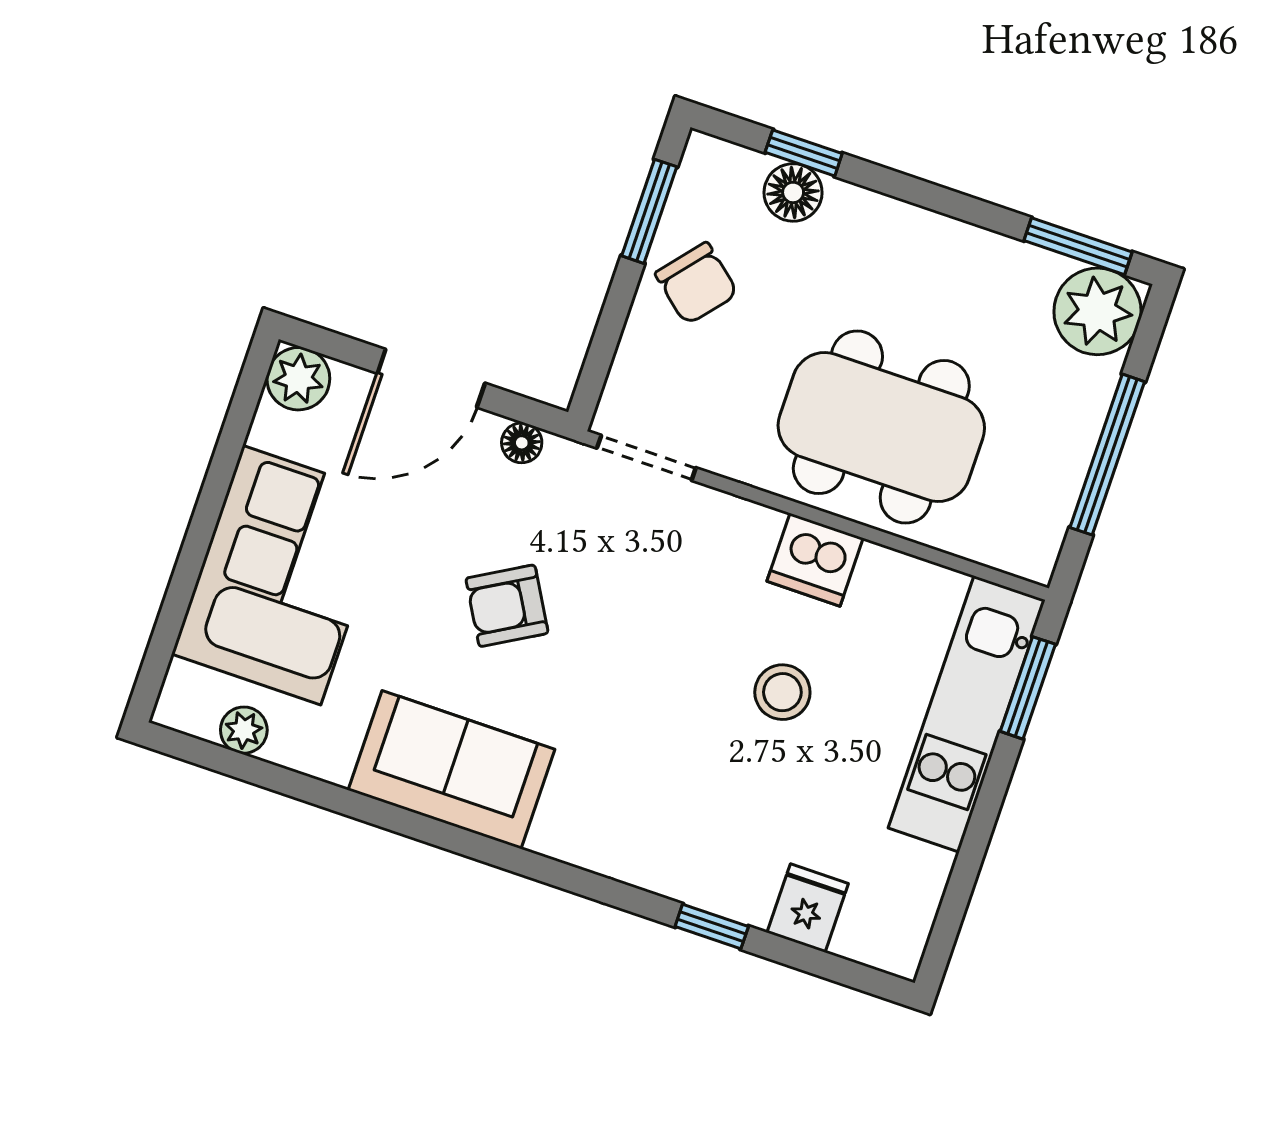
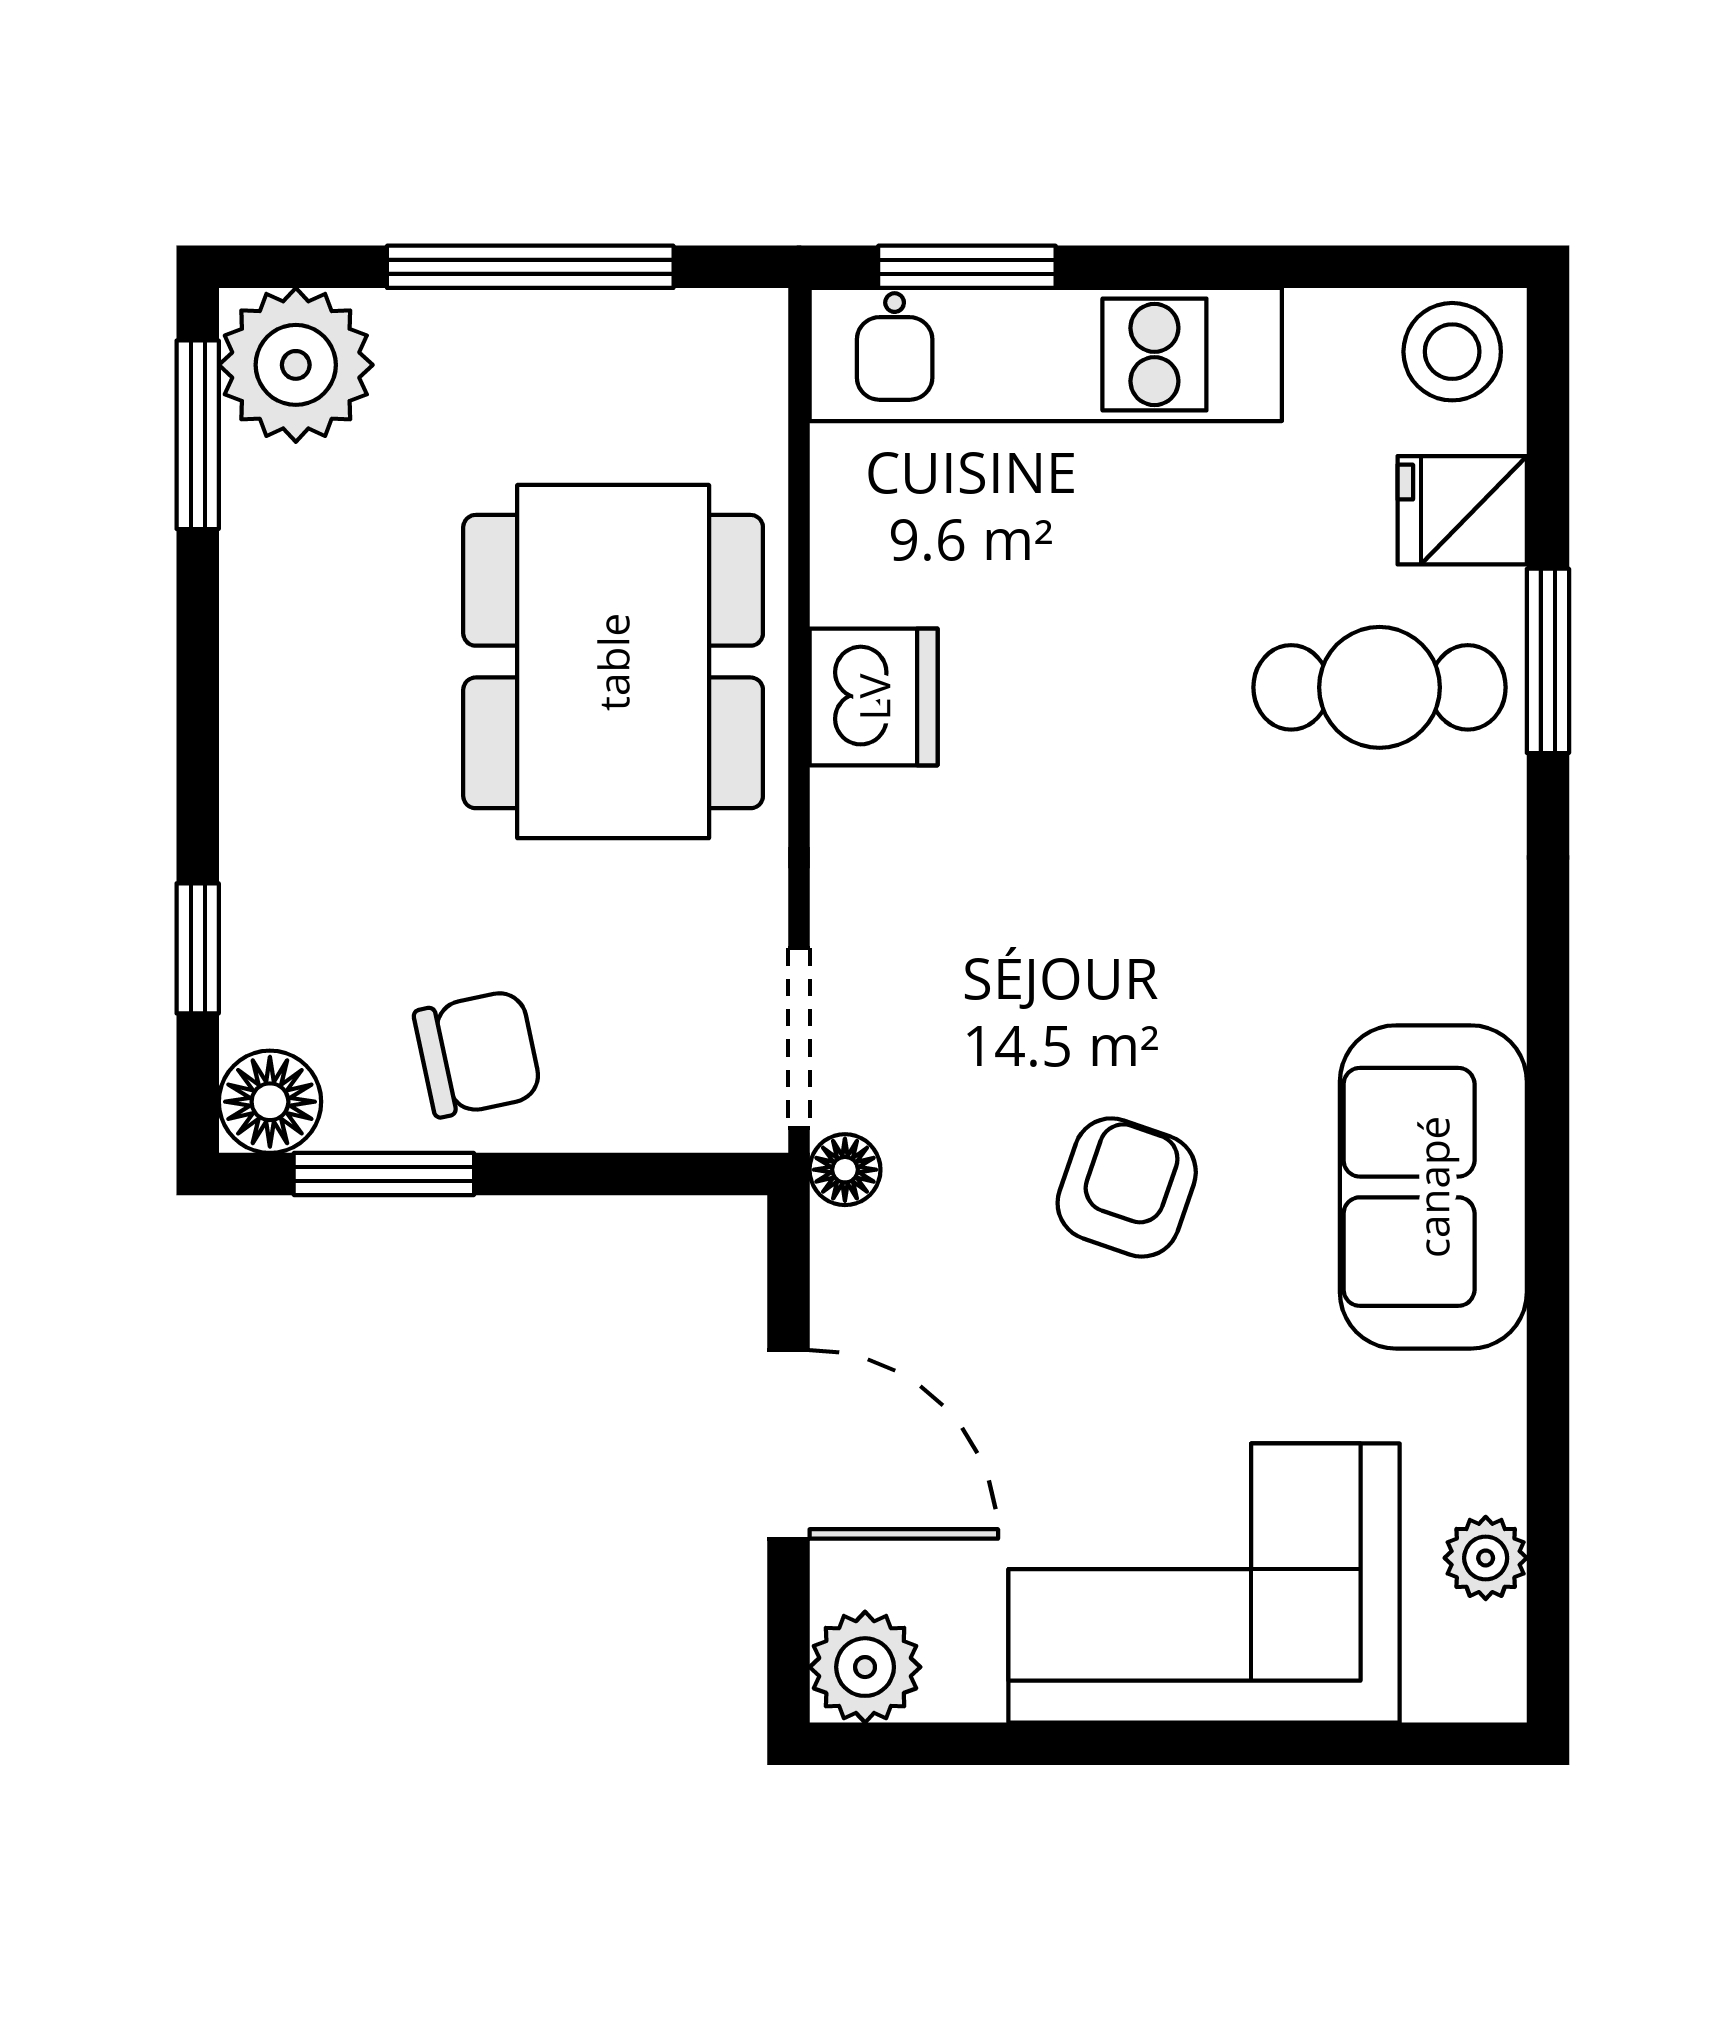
floor lamp: (793, 192) -> (270, 1102), moved
chair: (697, 283) -> (478, 1054), turned 38
floor lamp: (522, 443) -> (845, 1170), moved
armchair: (507, 606) -> (1127, 1187), turned -131
stool: (782, 692) -> (1452, 352), moved
cafe table: (728, 832) -> (1379, 687), added
window: (712, 927) -> (1548, 661), width x1.50

